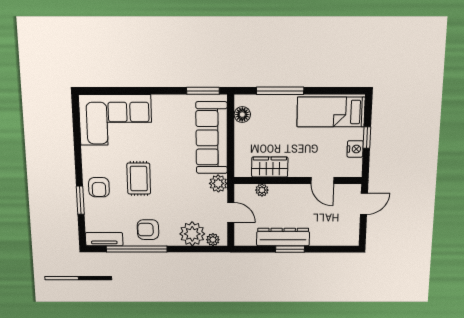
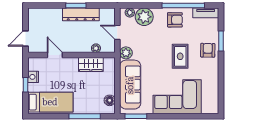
corner sofa: (115, 120) -> (177, 97), moved

